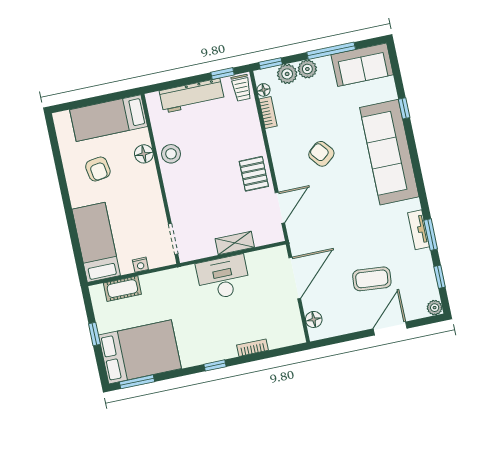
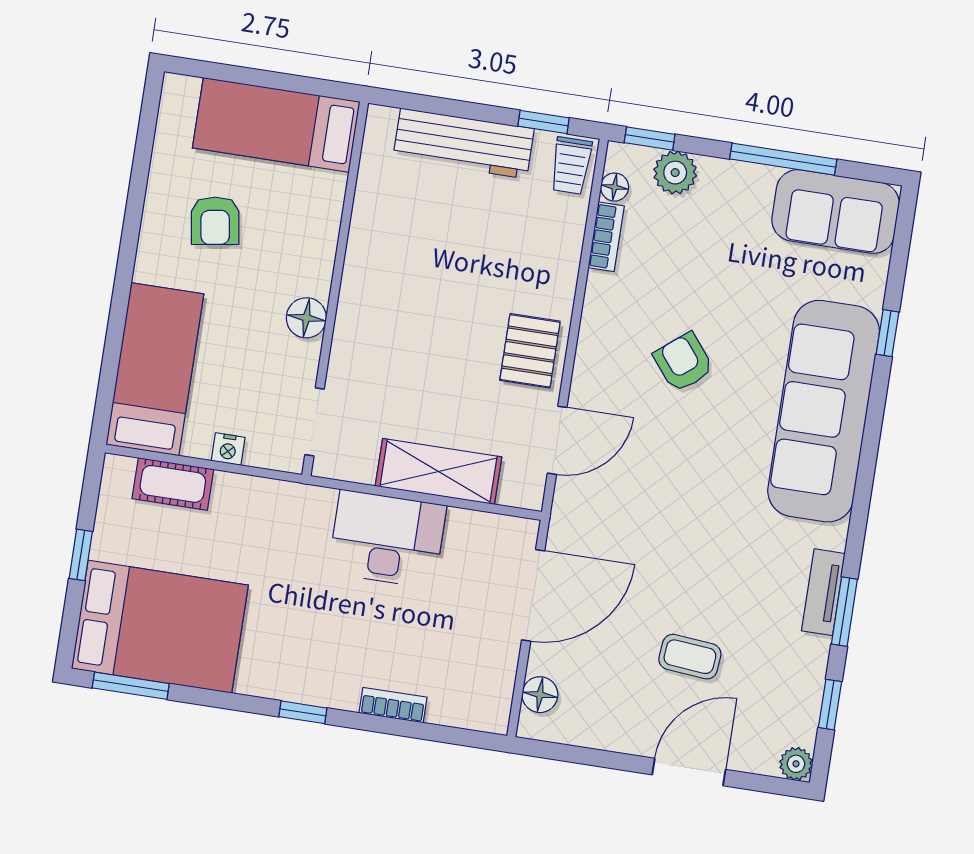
plant: (307, 69) -> (720, 178), removed
floor lamp: (144, 154) -> (306, 318), moved
stool: (171, 154) -> (376, 246), removed
shelving: (235, 243) -> (438, 472), width x1.50, depth x1.33
coffee table: (372, 279) -> (690, 657), width x0.73, depth x0.77

